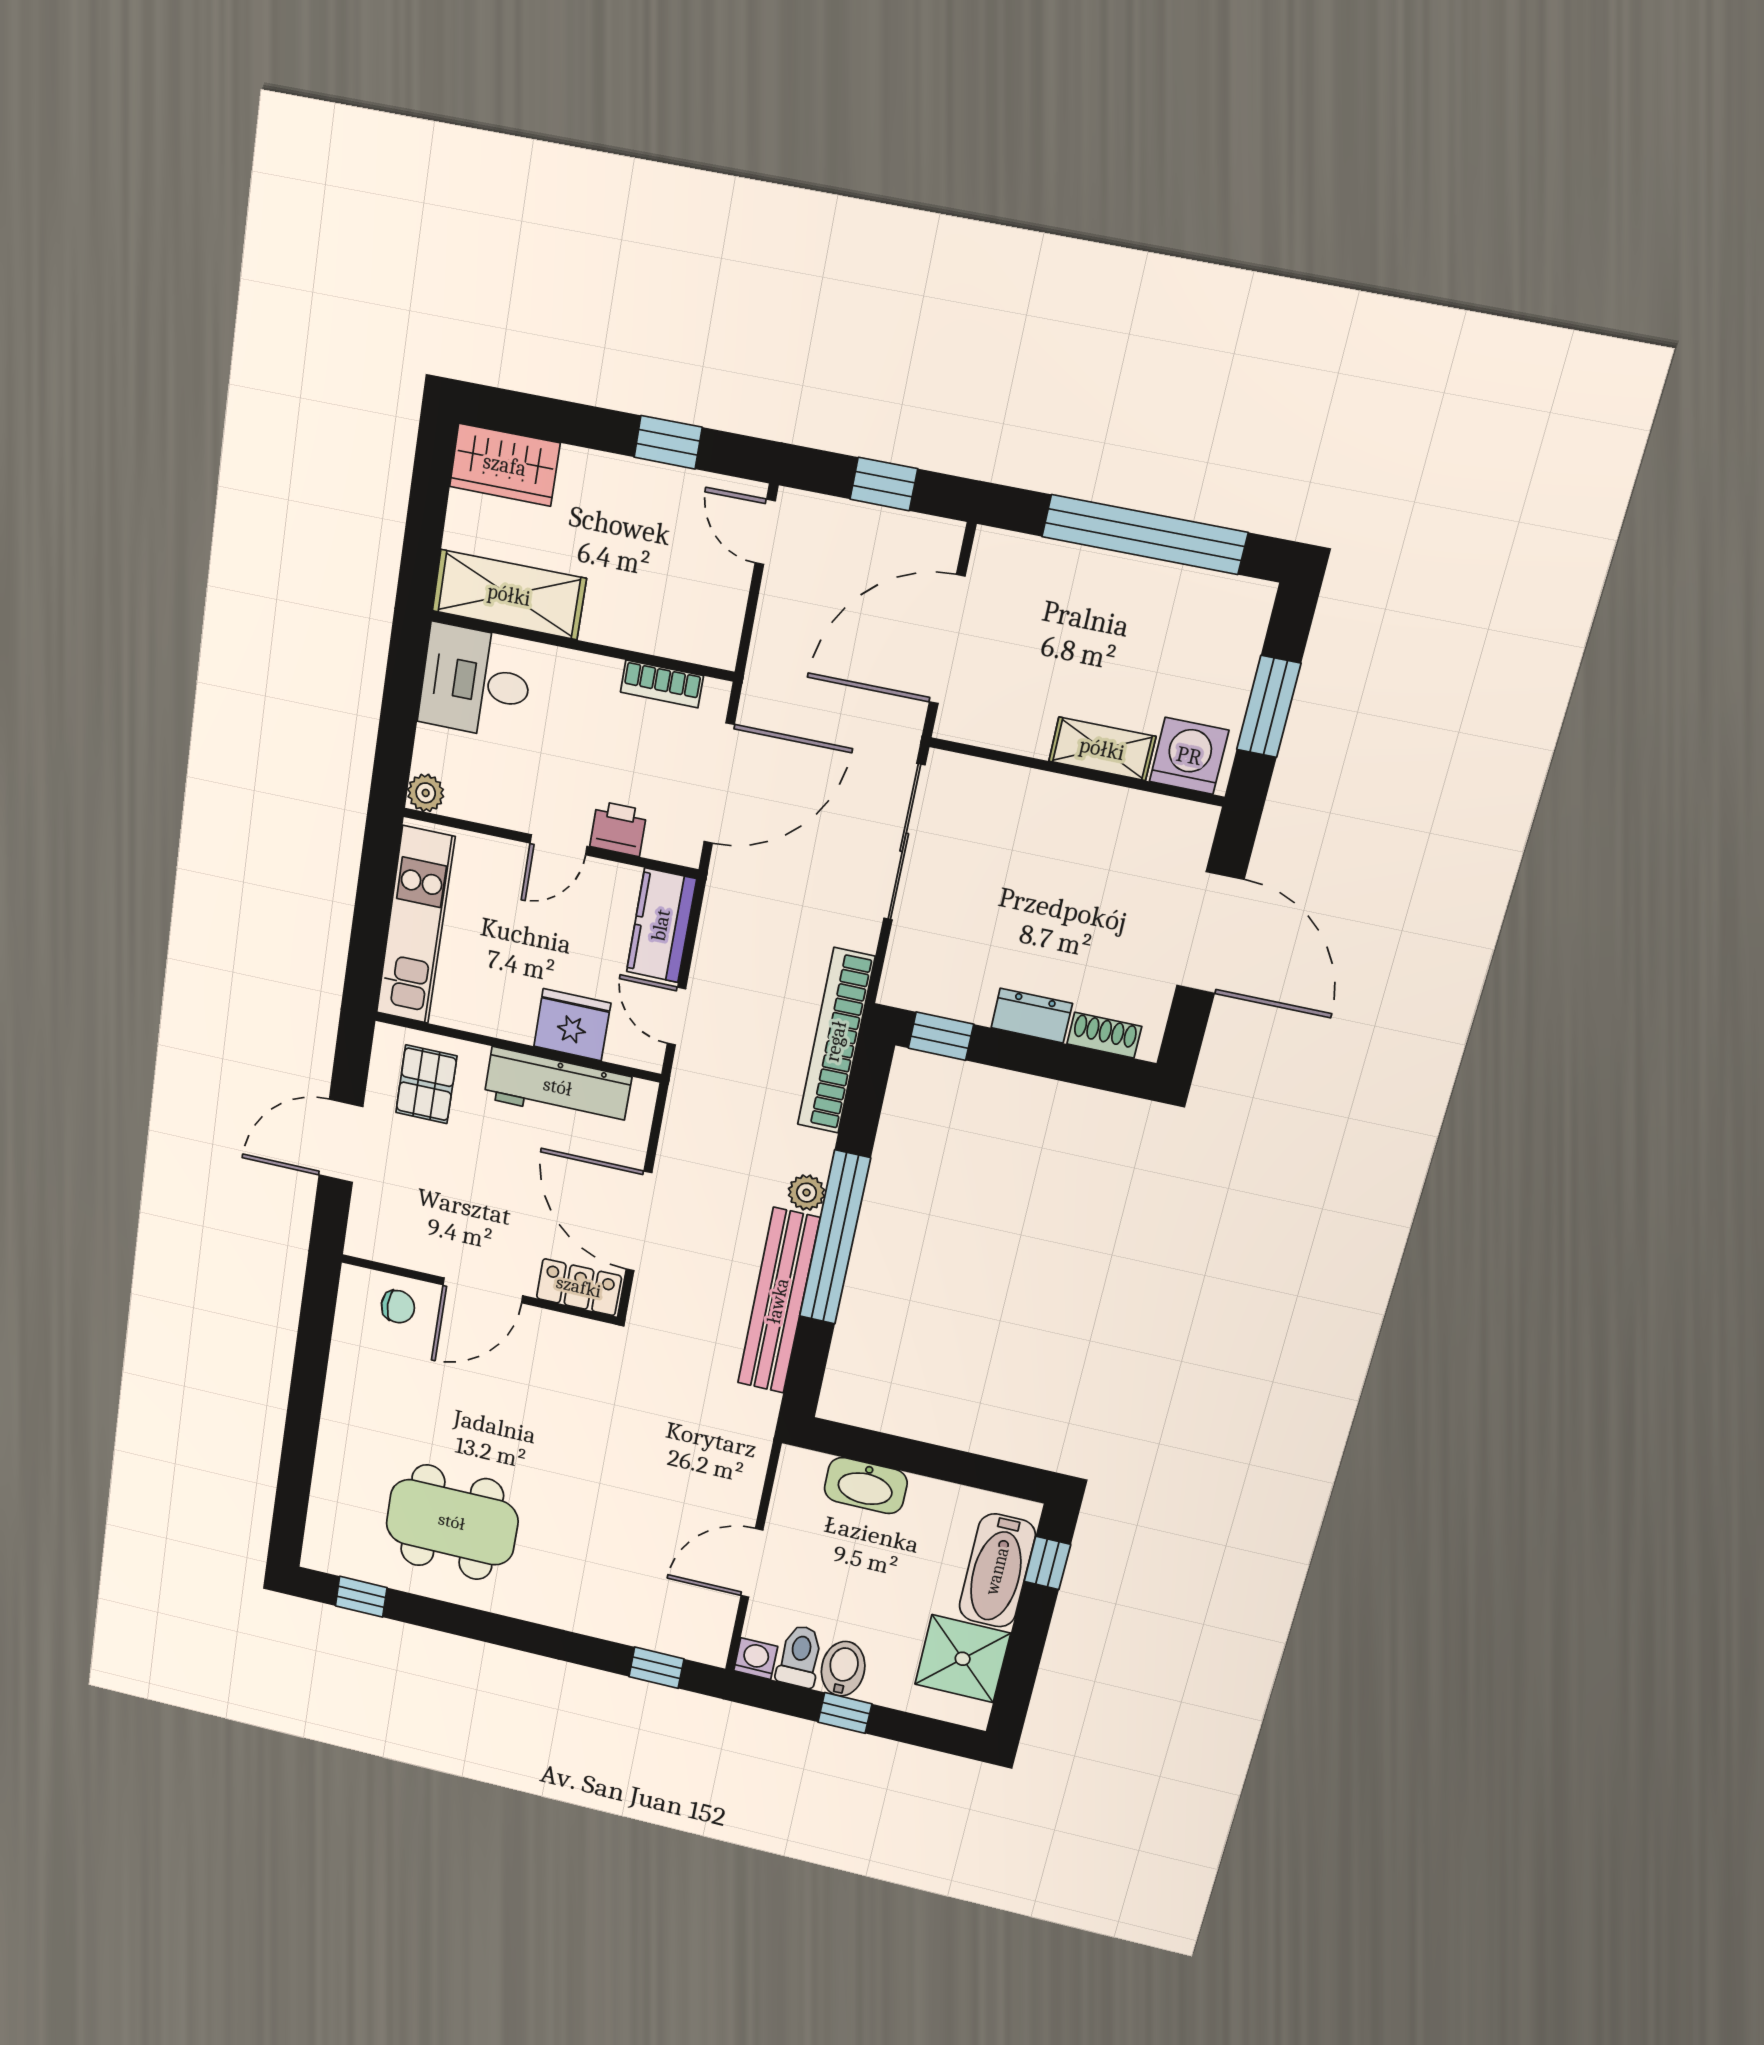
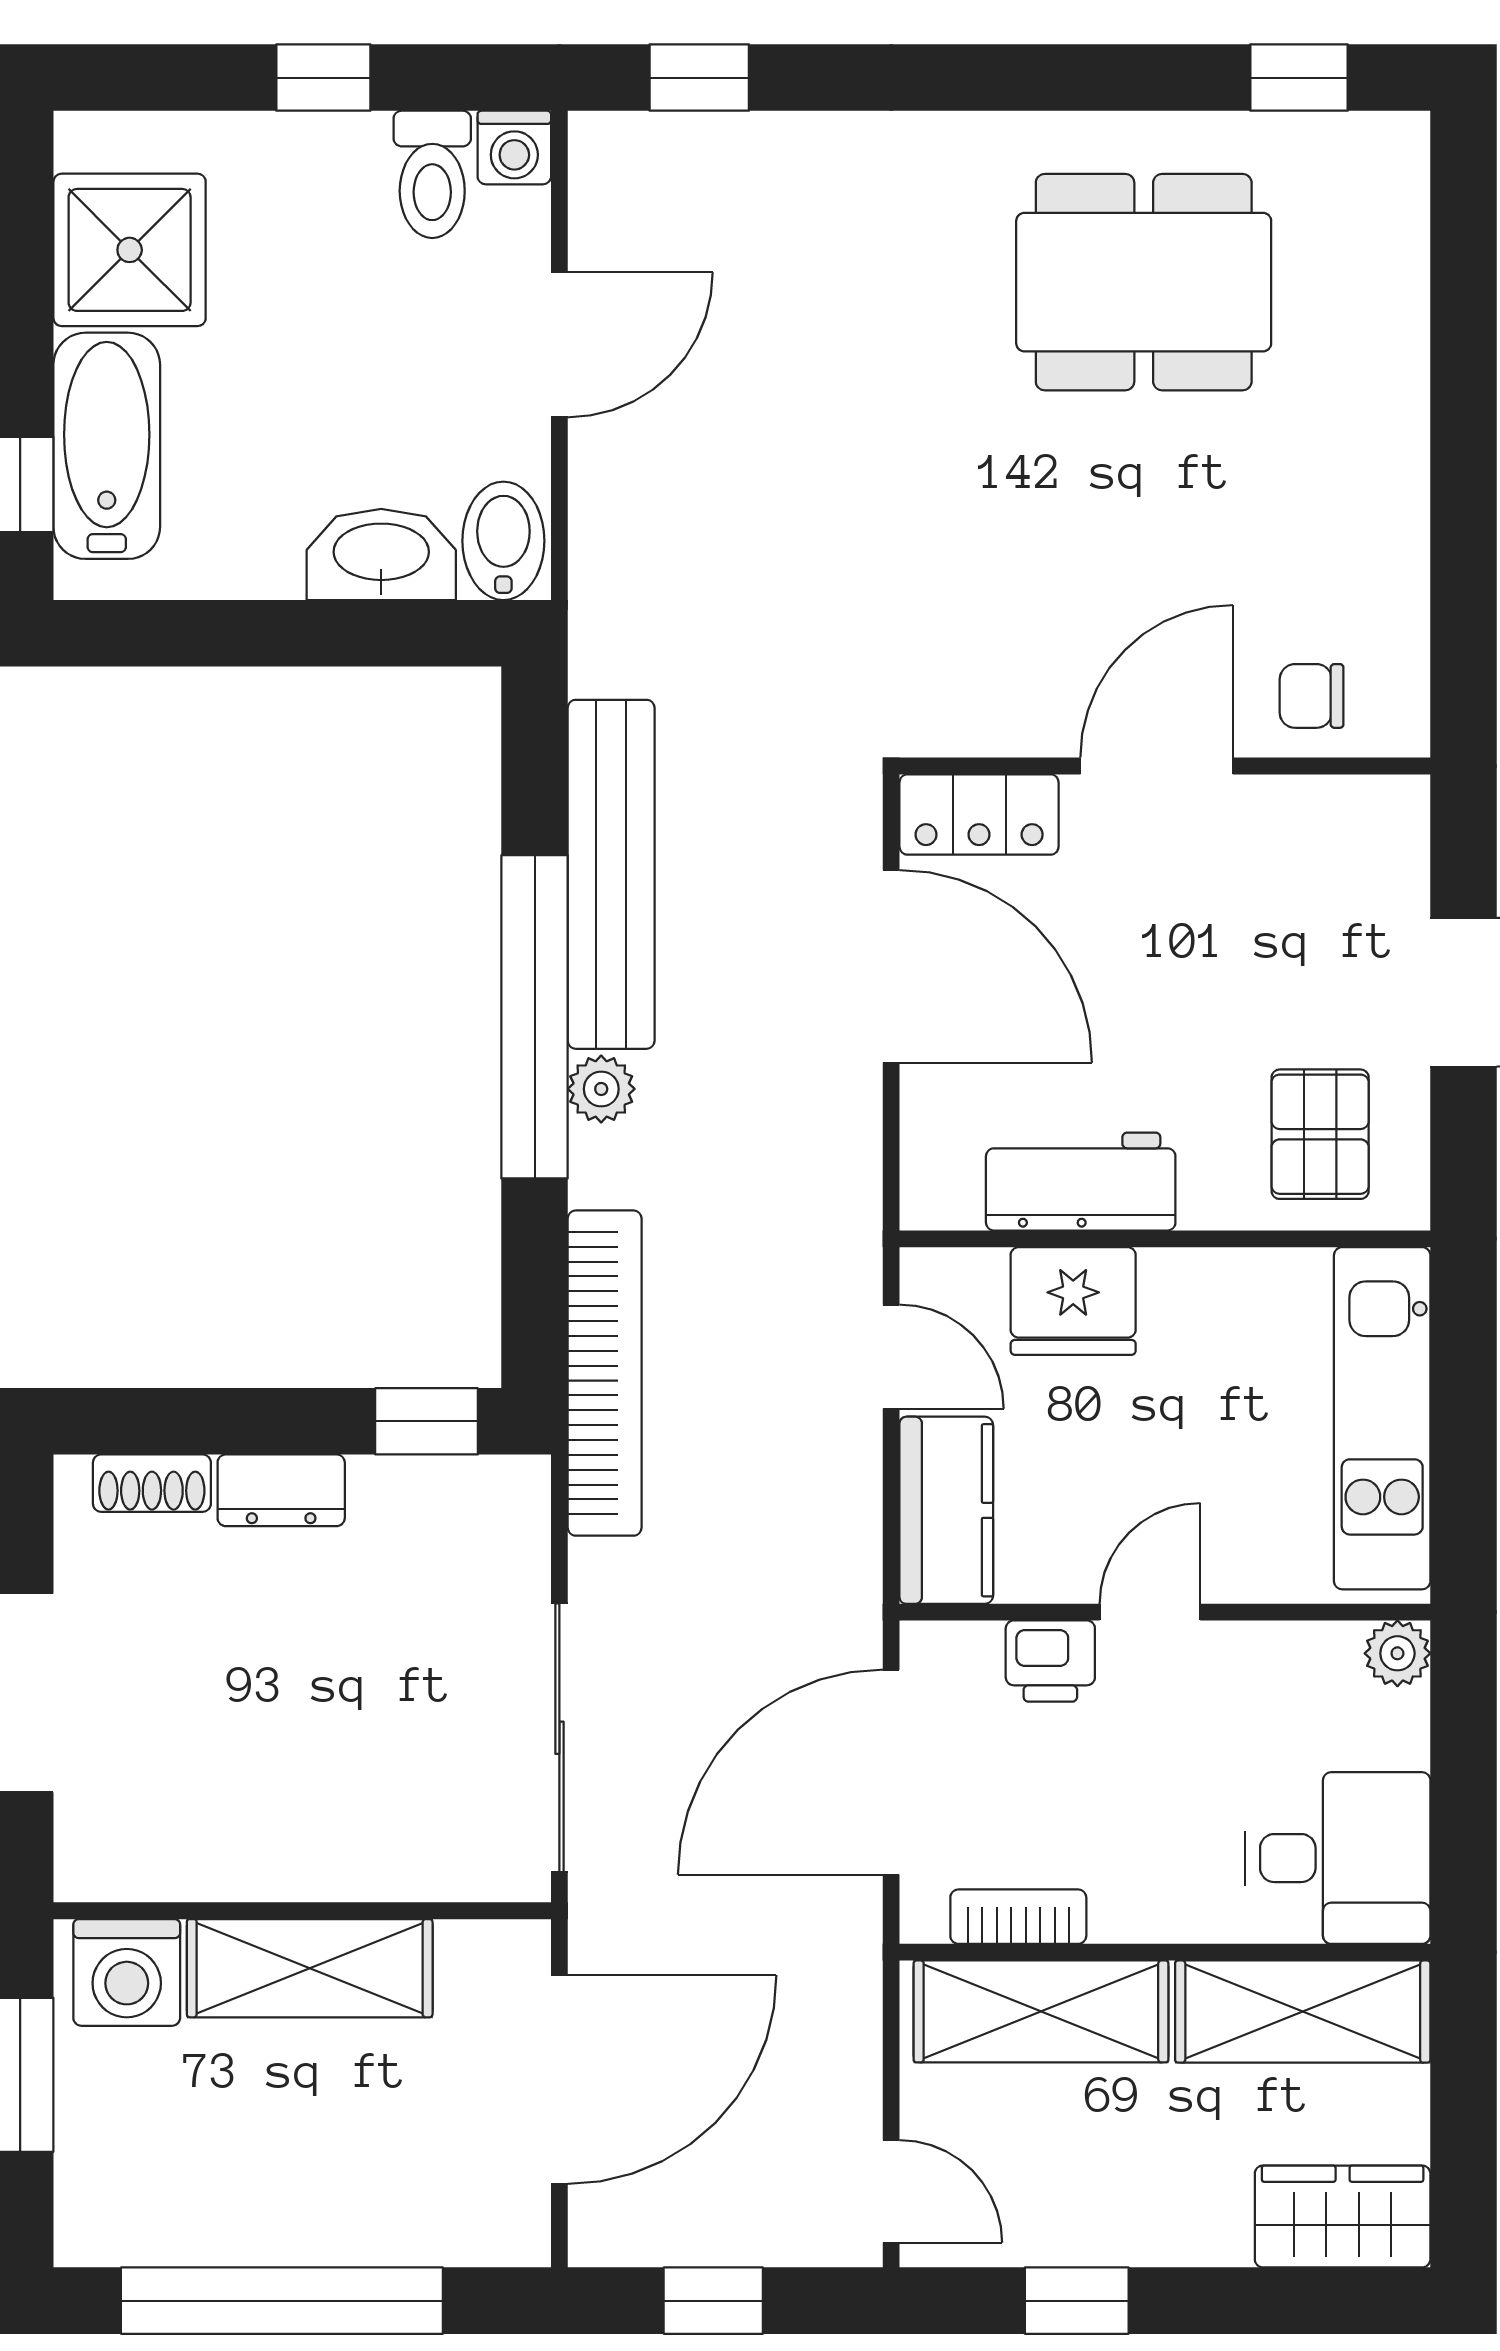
shelving: (659, 625) -> (1041, 2011), added
shelving: (1102, 749) -> (310, 1968), width x1.50, depth x1.33
workbench: (558, 1087) -> (1081, 1182), width x0.73
bidet: (843, 1669) -> (503, 541), moved, turned 180

